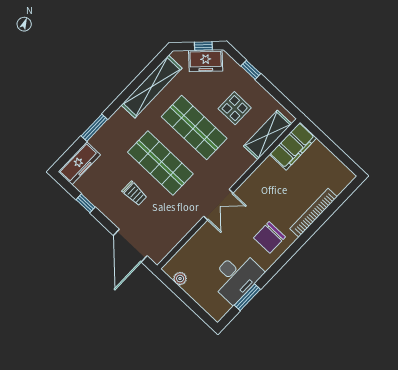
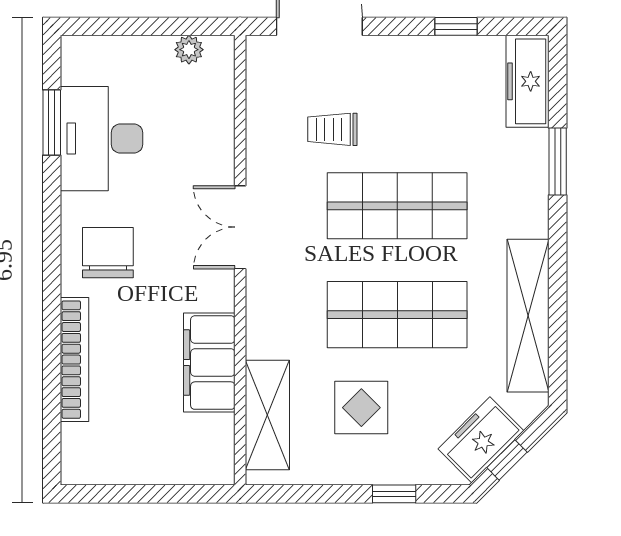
filing cabinet: (293, 146) -> (209, 363), moved
trolley: (135, 193) -> (332, 129), moved

